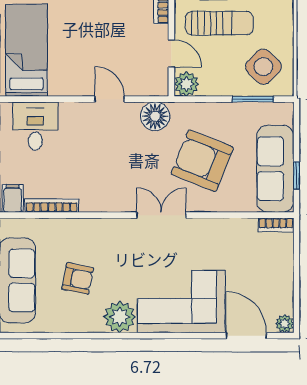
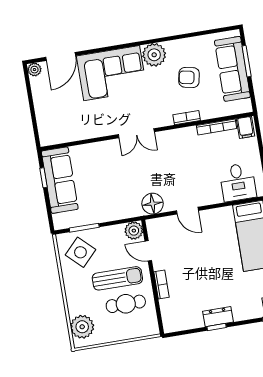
sun lounger: (219, 23) -> (117, 278), turned 180
armchair: (202, 161) -> (113, 177), removed
bookcase: (276, 225) -> (187, 118), moved
door: (246, 336) -> (61, 56), hinge flipped

